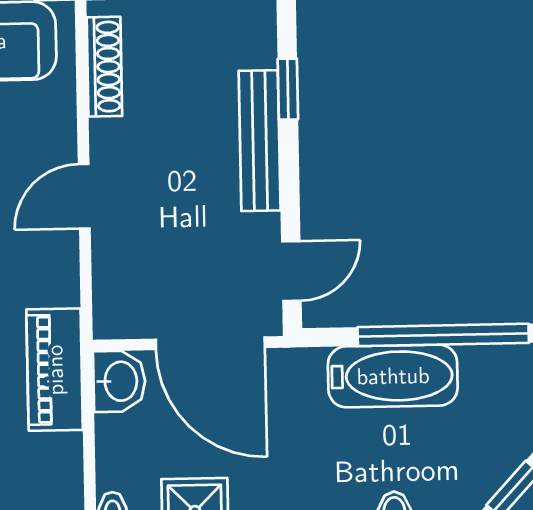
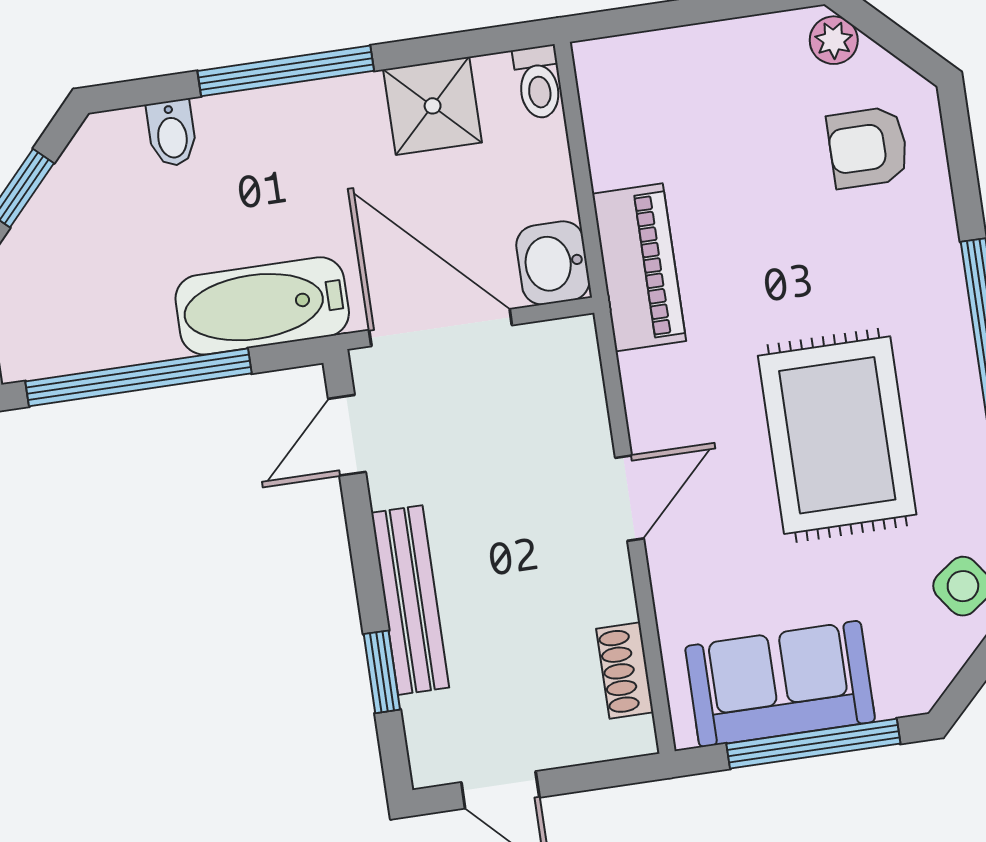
shoe rack: (104, 67) -> (625, 671), width x0.70
bathtub: (393, 376) -> (262, 306), moved

